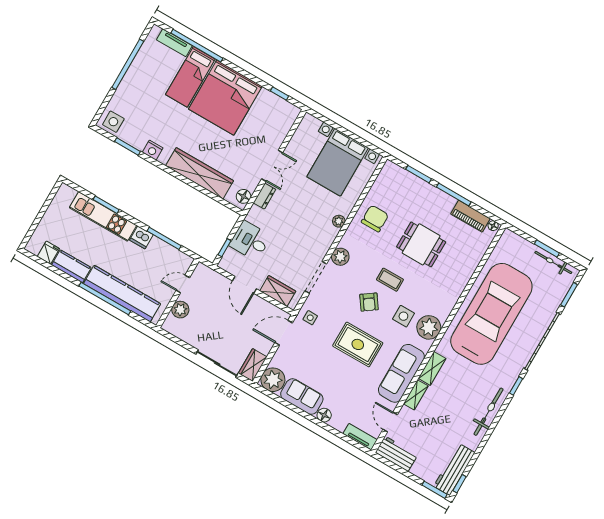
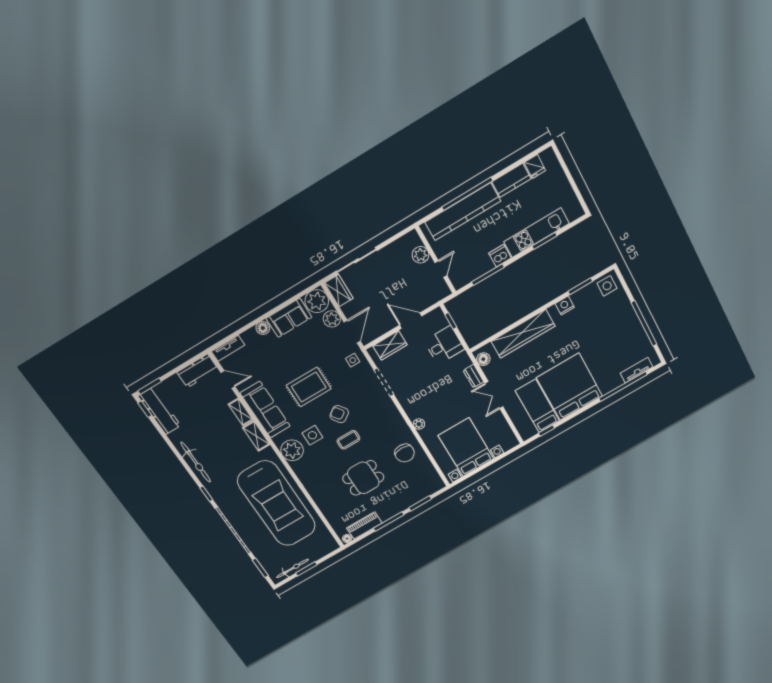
bed: (190, 77) -> (537, 406), moved
plant: (340, 257) -> (332, 319), moved

